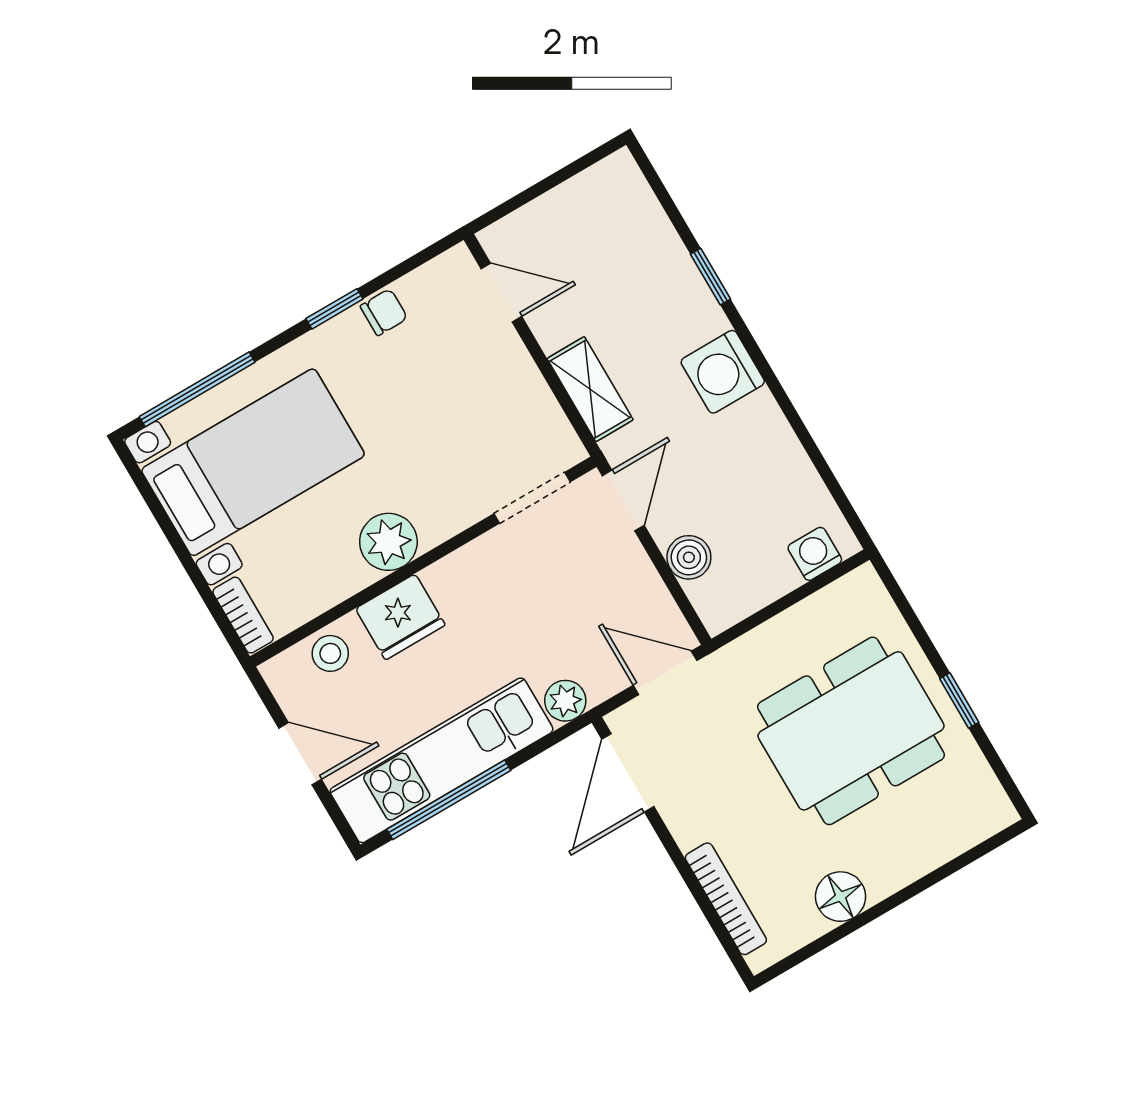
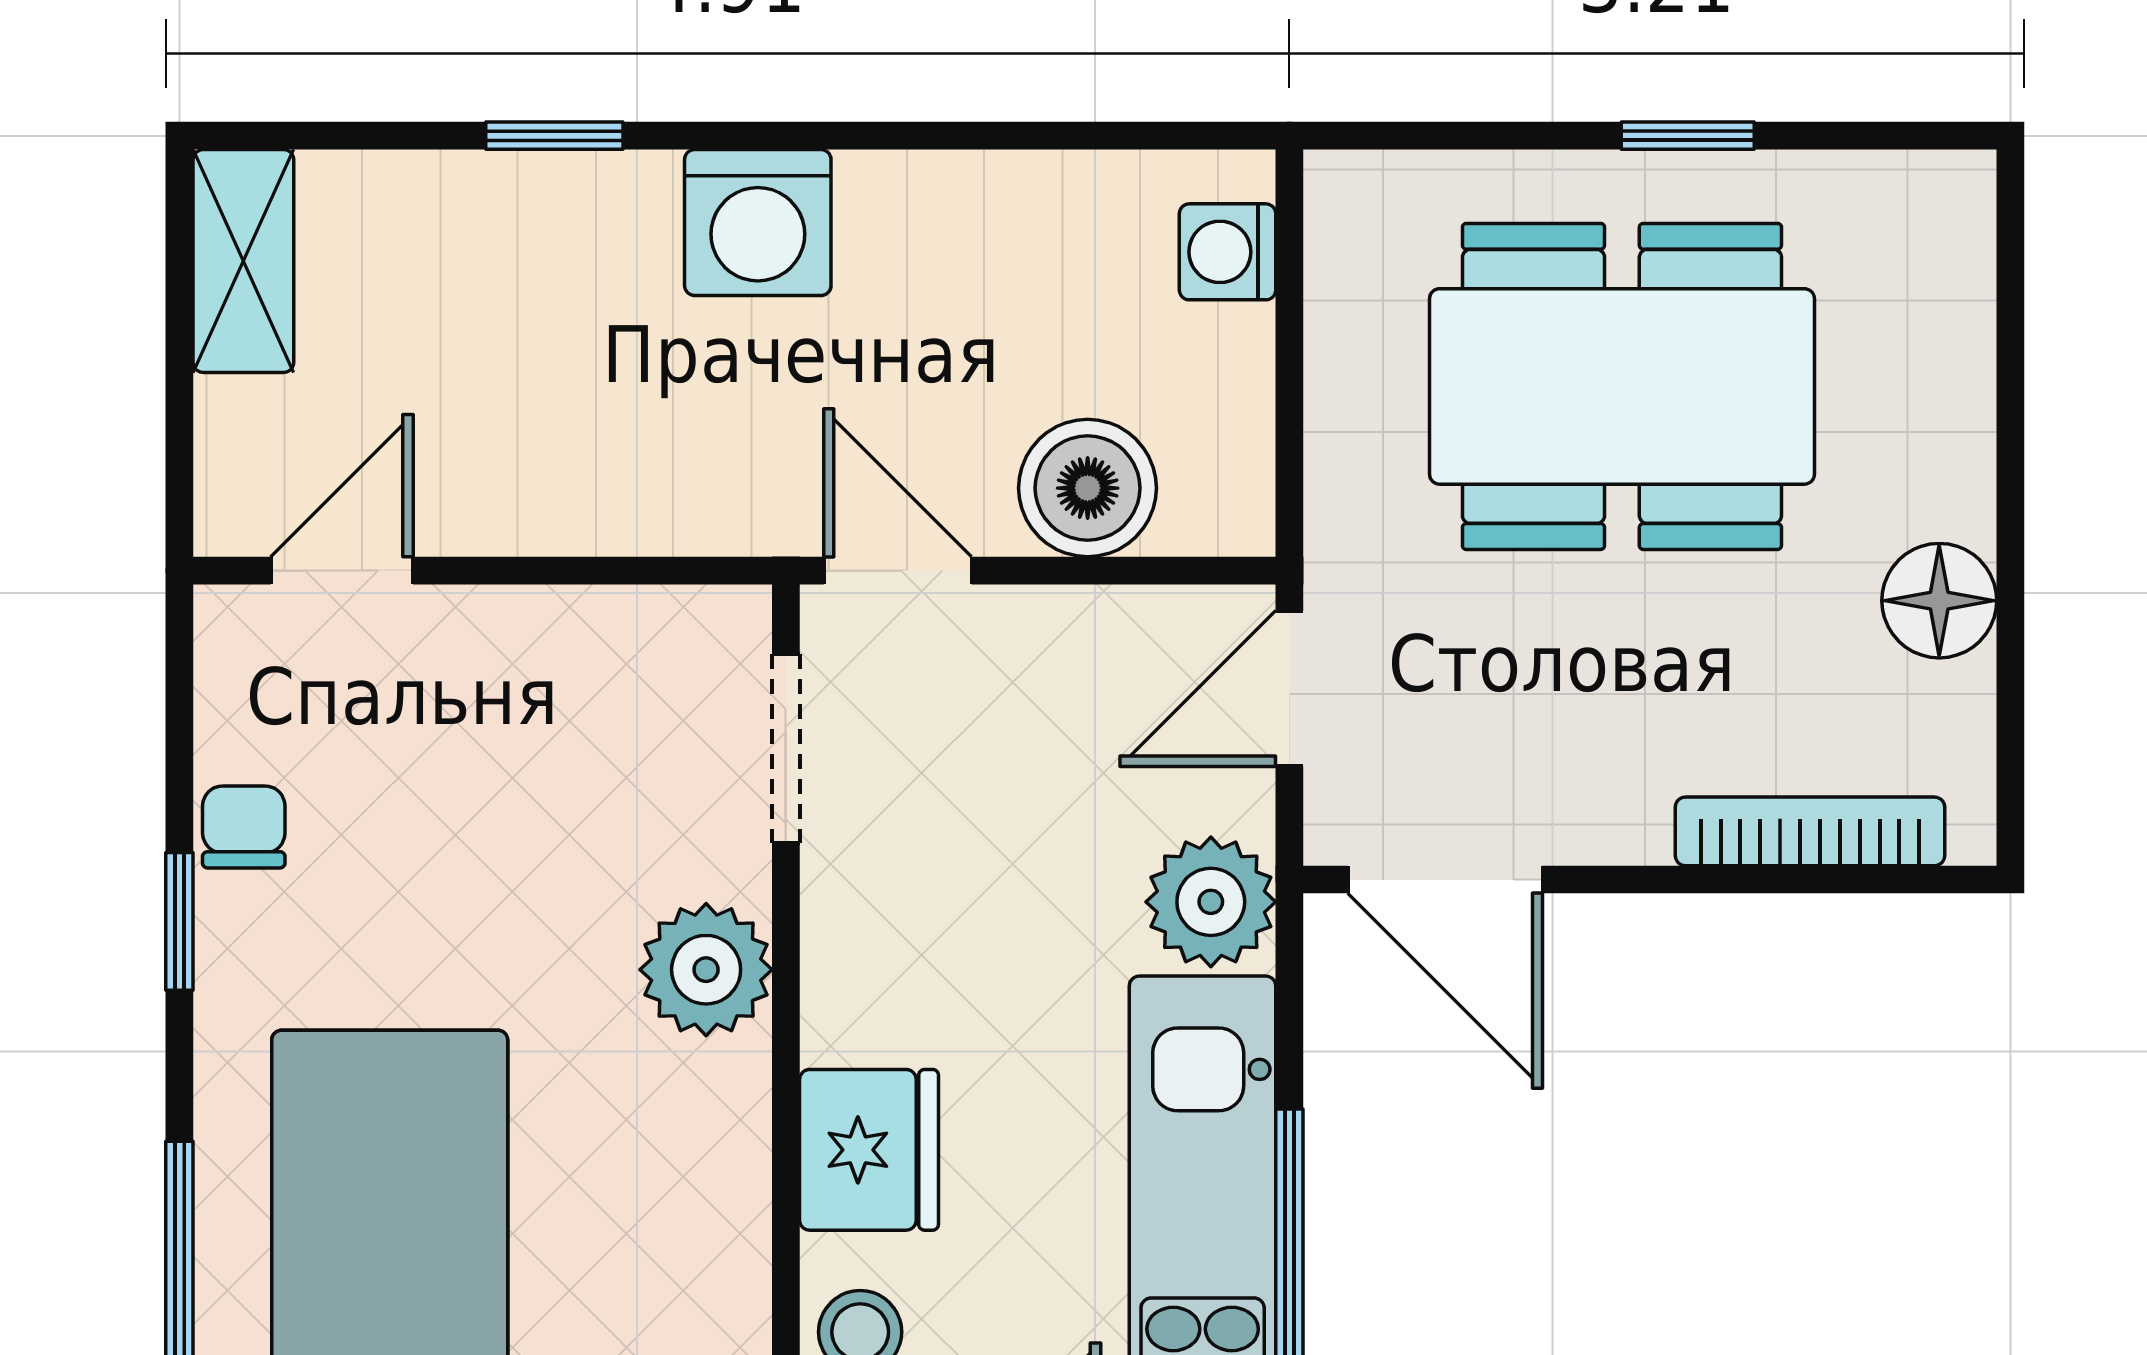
shelving: (590, 389) -> (243, 261), moved, turned 90
plant: (388, 542) -> (706, 970), moved
boiler: (689, 557) -> (1088, 488), width x1.36, depth x1.36
plant: (565, 701) -> (1211, 902), width x1.38, depth x1.38
dining table: (851, 731) -> (1622, 386), turned 90

